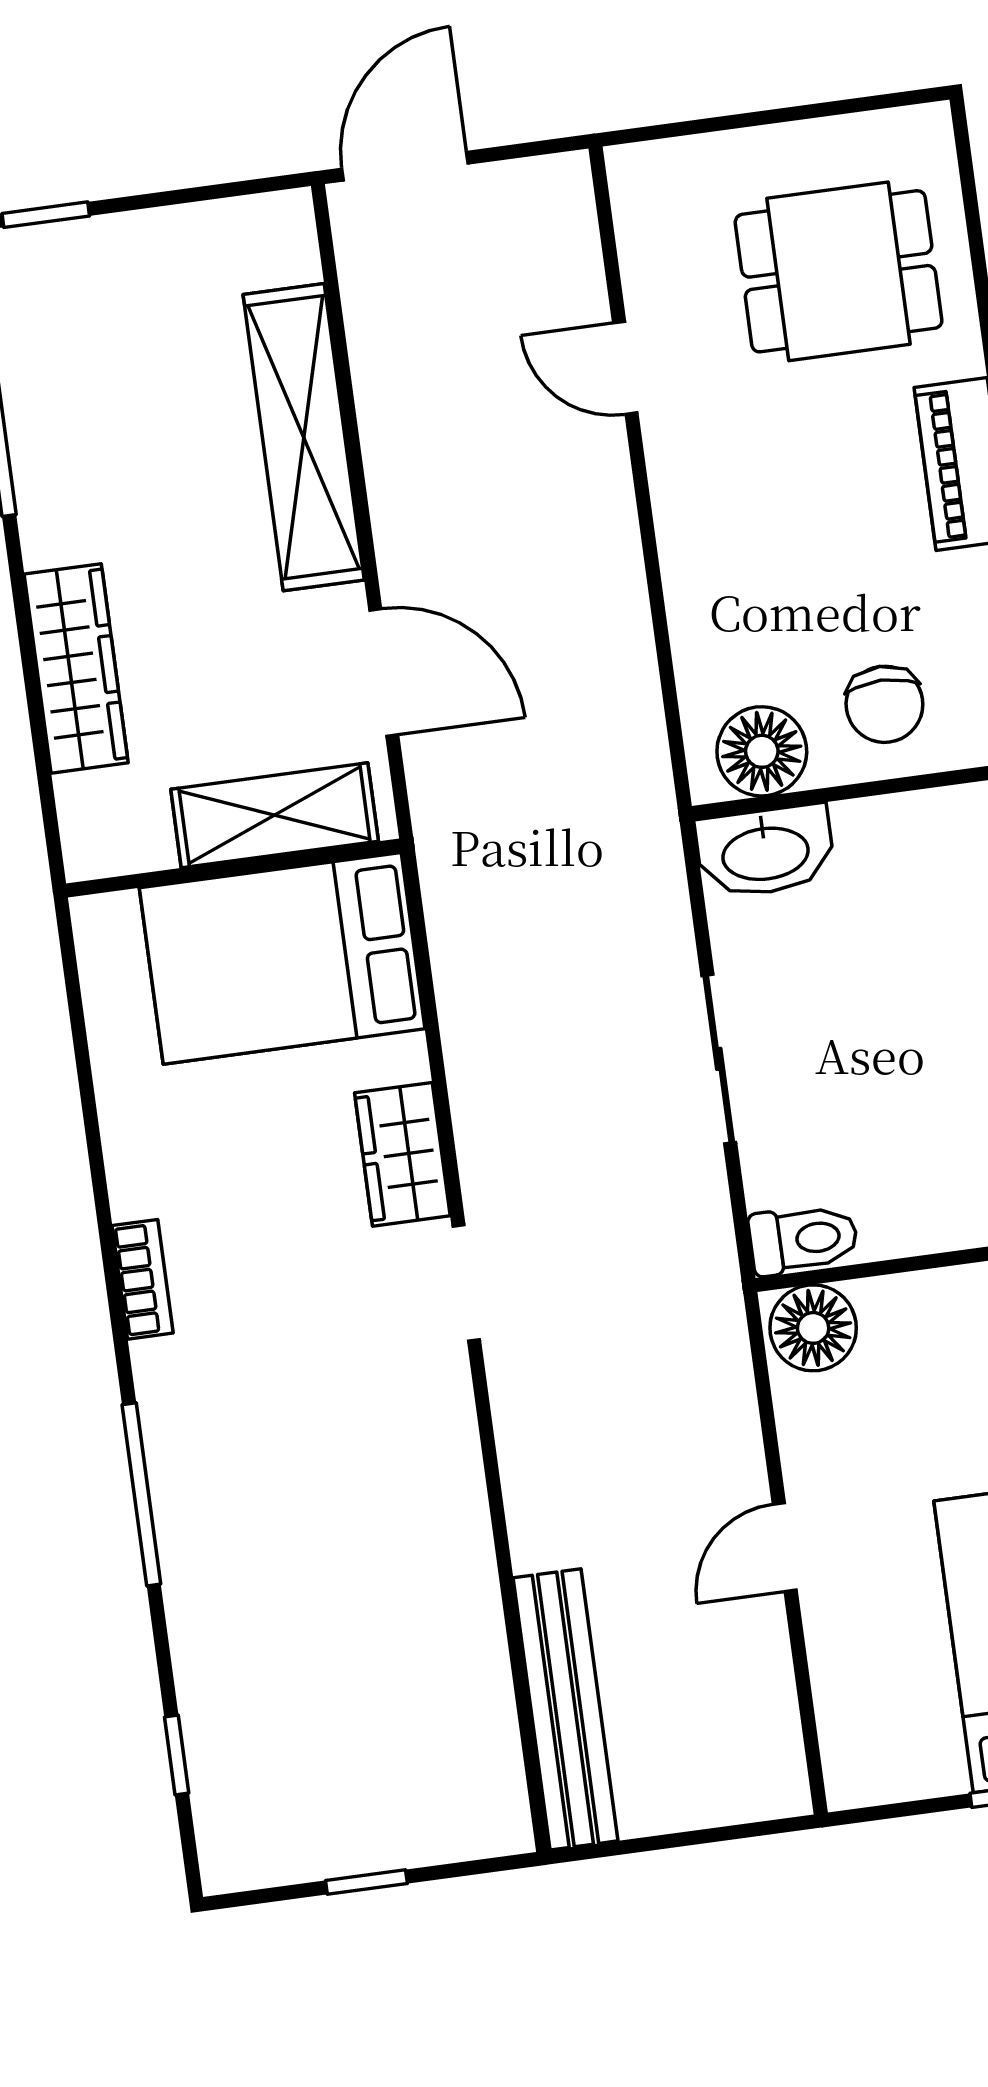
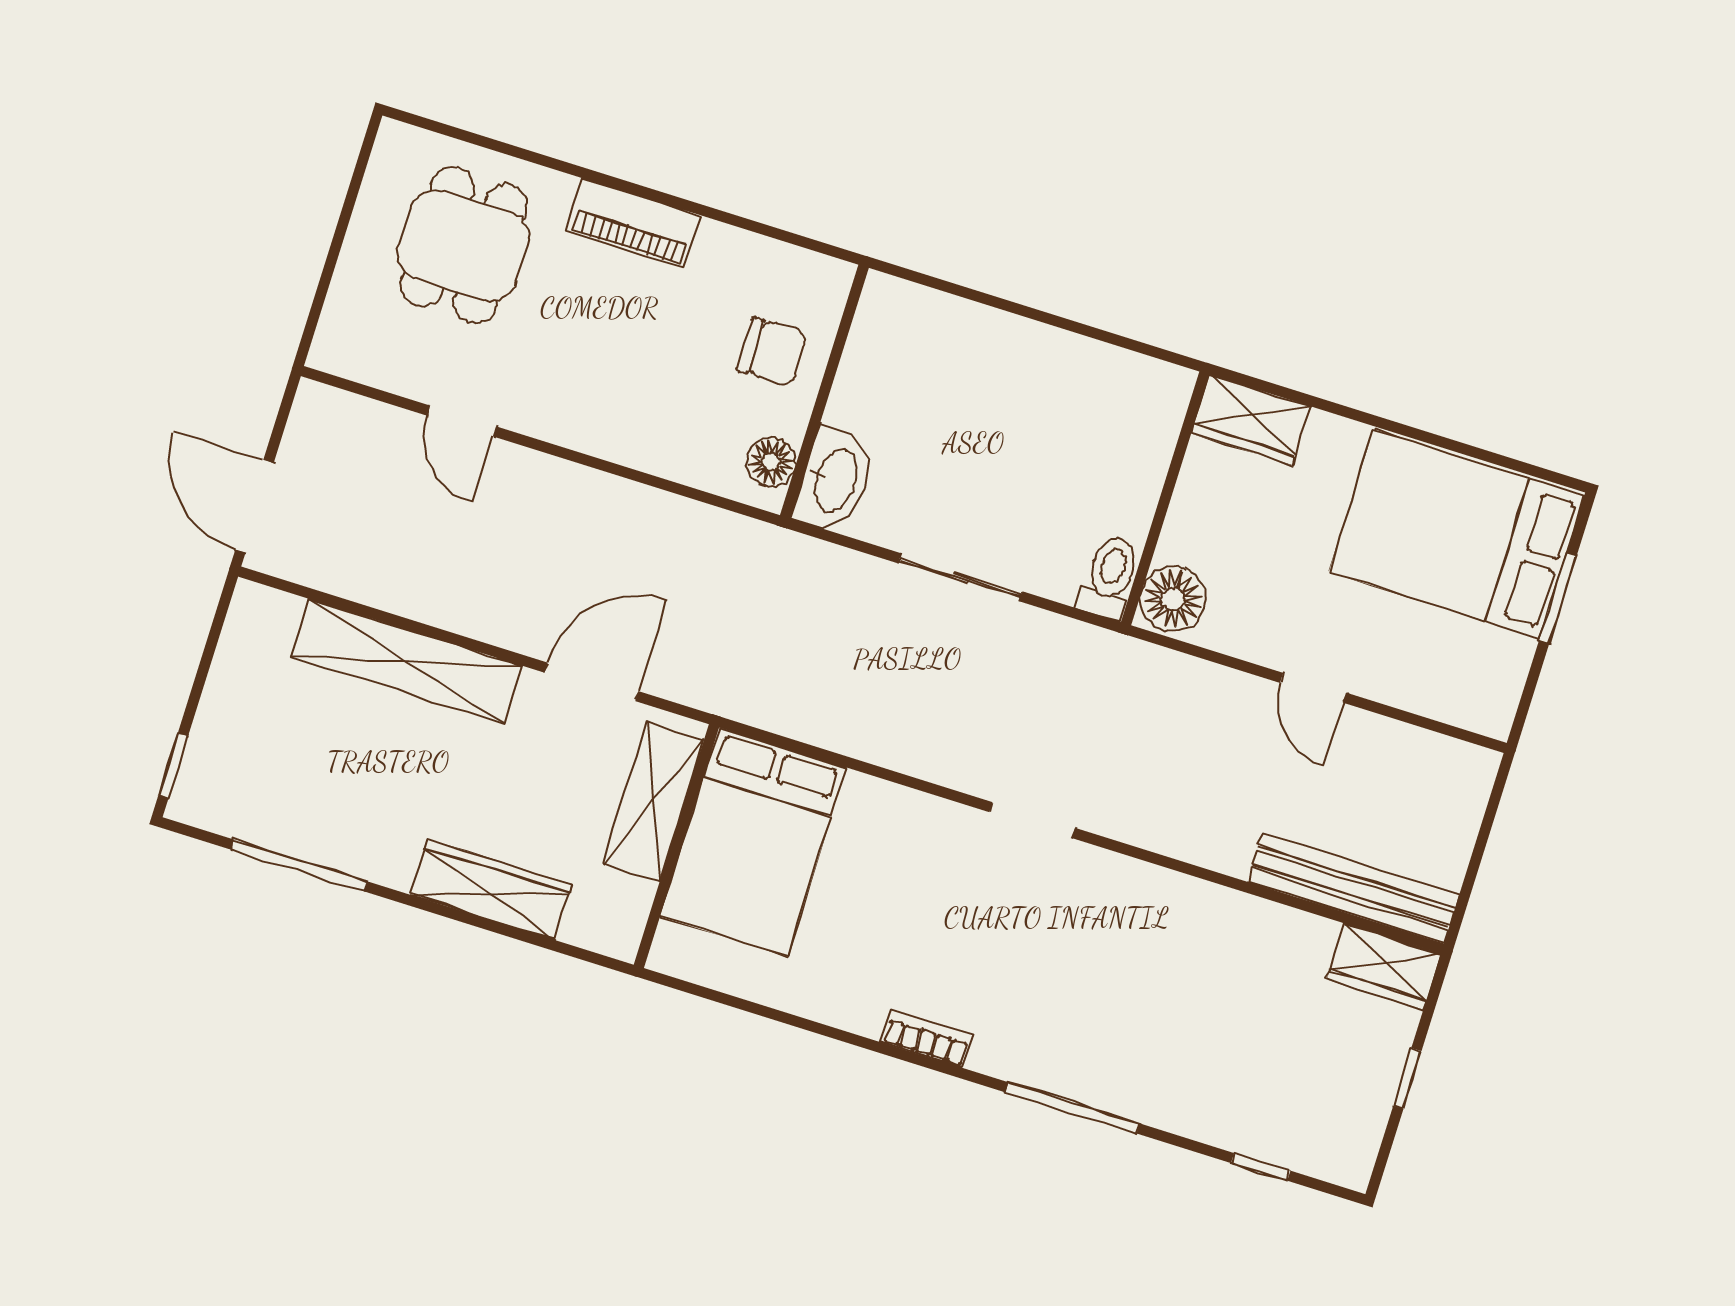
door: (625, 368) -> (461, 421), hinge flipped
floor lamp: (762, 751) -> (771, 462), width x0.73, depth x0.73
wardrobe: (402, 1154) -> (1384, 966), moved

